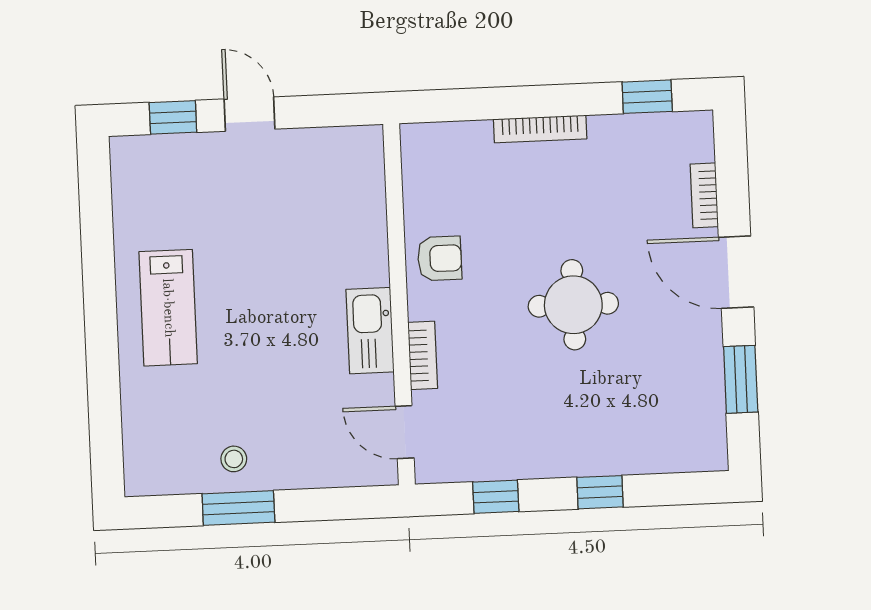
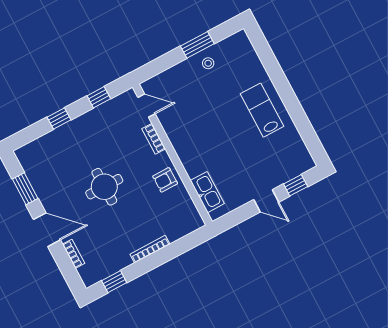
kitchen sink: (370, 331) -> (207, 192), moved

